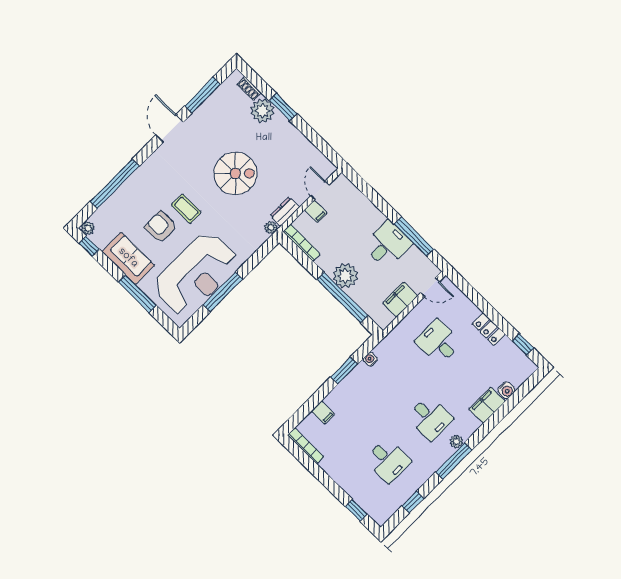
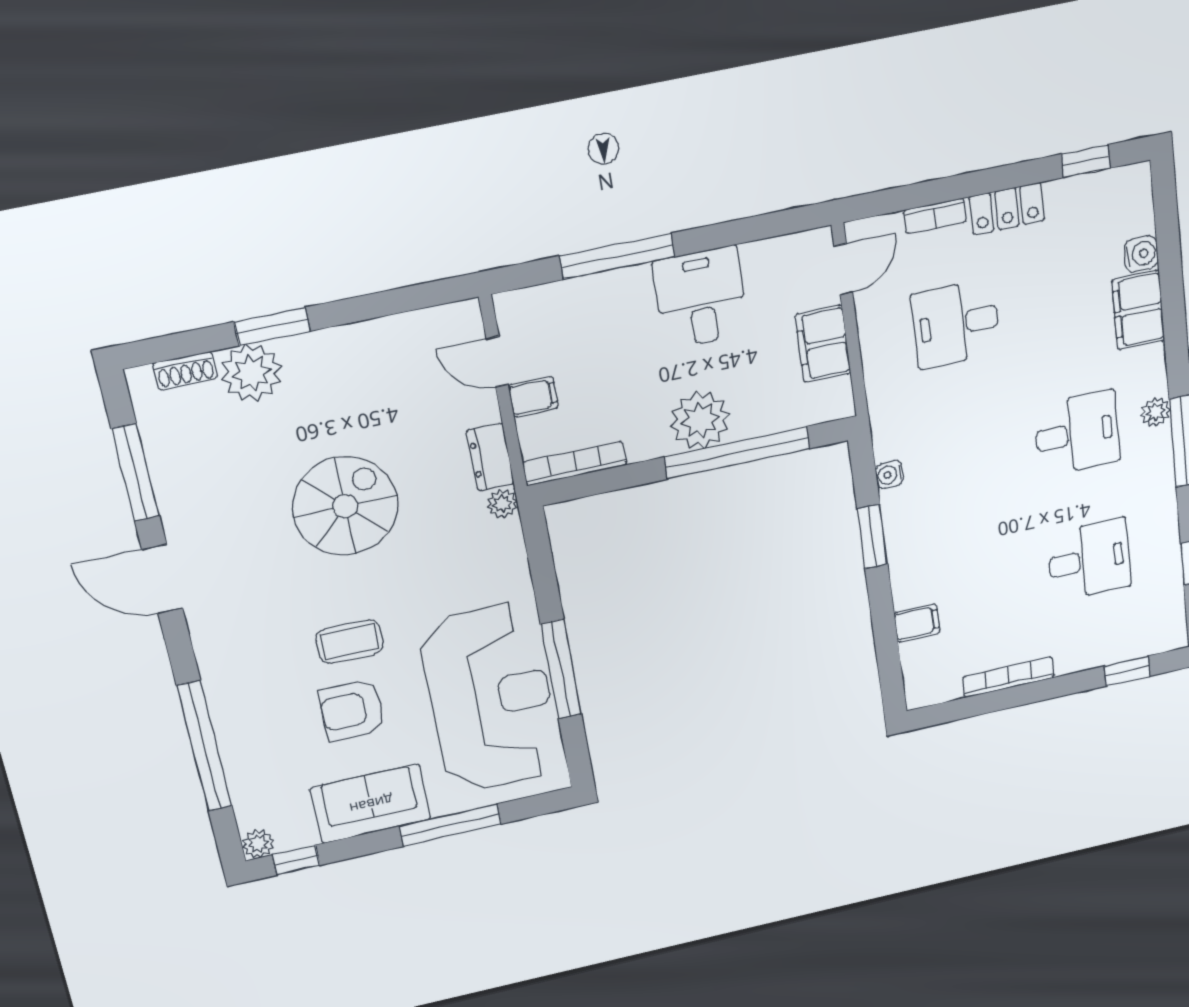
window: (414, 237) -> (617, 256), moved
bookcase: (469, 306) -> (935, 216), added
bookcase: (306, 446) -> (1009, 677), moved

